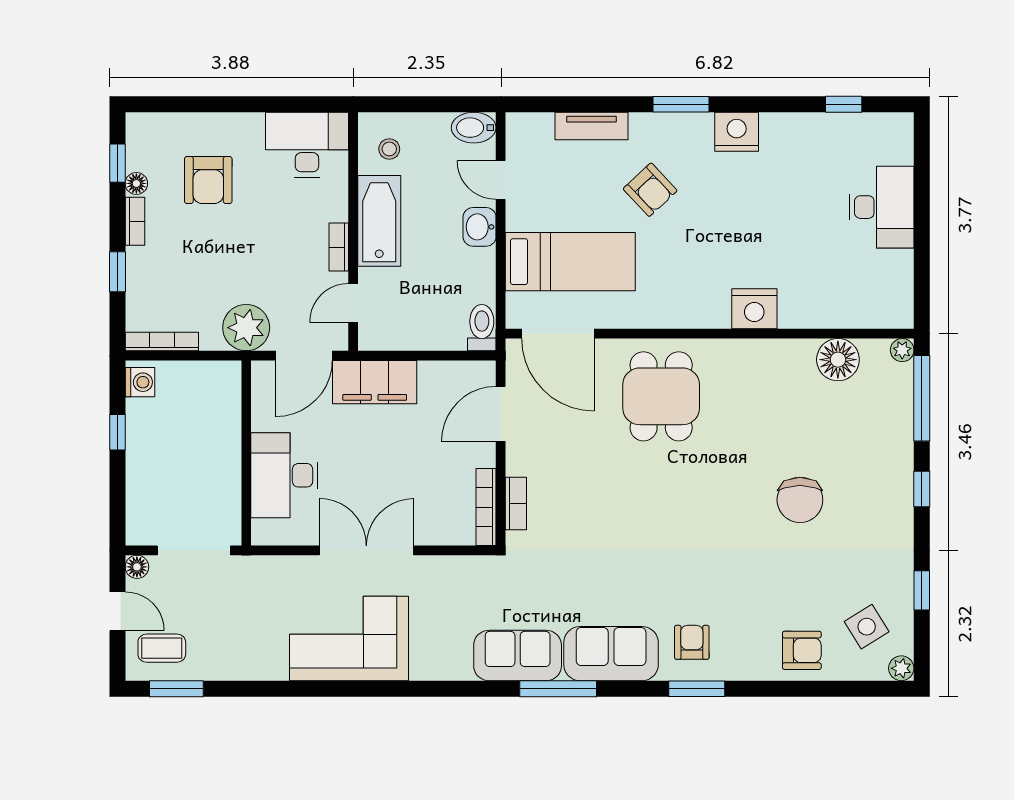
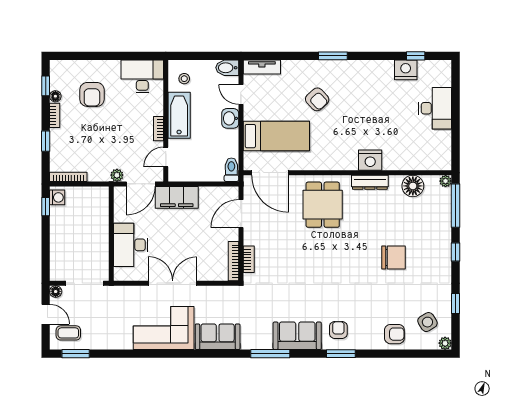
tv unit: (592, 126) -> (262, 67), moved
nightstand: (737, 132) -> (406, 70), moved
plant: (246, 328) -> (117, 175), width x0.53, depth x0.53
dresser: (754, 352) -> (370, 182), added
window: (117, 432) -> (46, 207), moved
chair: (800, 500) -> (393, 257), turned -90
sofa: (518, 656) -> (218, 337), moved

